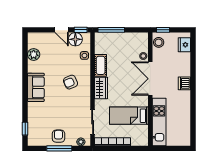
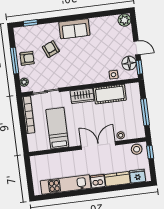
door: (62, 30) -> (137, 48), swing flipped
window: (111, 30) -> (145, 112), moved
plant: (34, 54) -> (124, 20), moved
kitchen counter: (185, 64) -> (117, 179), added
cot: (101, 65) -> (110, 94), width x1.37, depth x1.34
armchair: (71, 82) -> (51, 49), moved
kitchen unit: (159, 122) -> (66, 185), moved, turned 180

